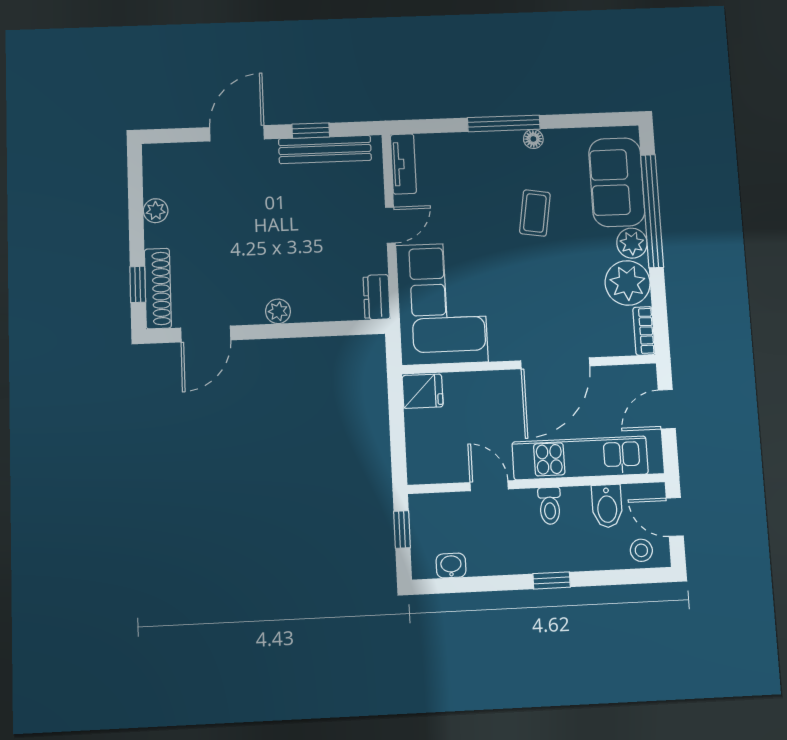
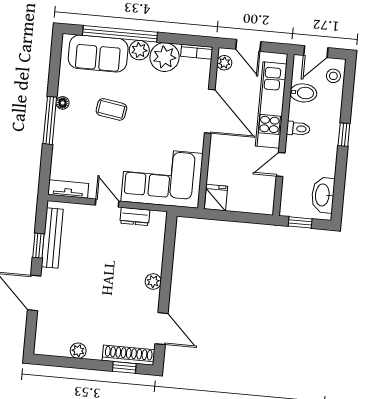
dresser: (377, 297) -> (135, 217), moved
plant: (634, 376) -> (224, 63), added
washbasin: (451, 566) -> (323, 195), width x1.91, depth x1.45

